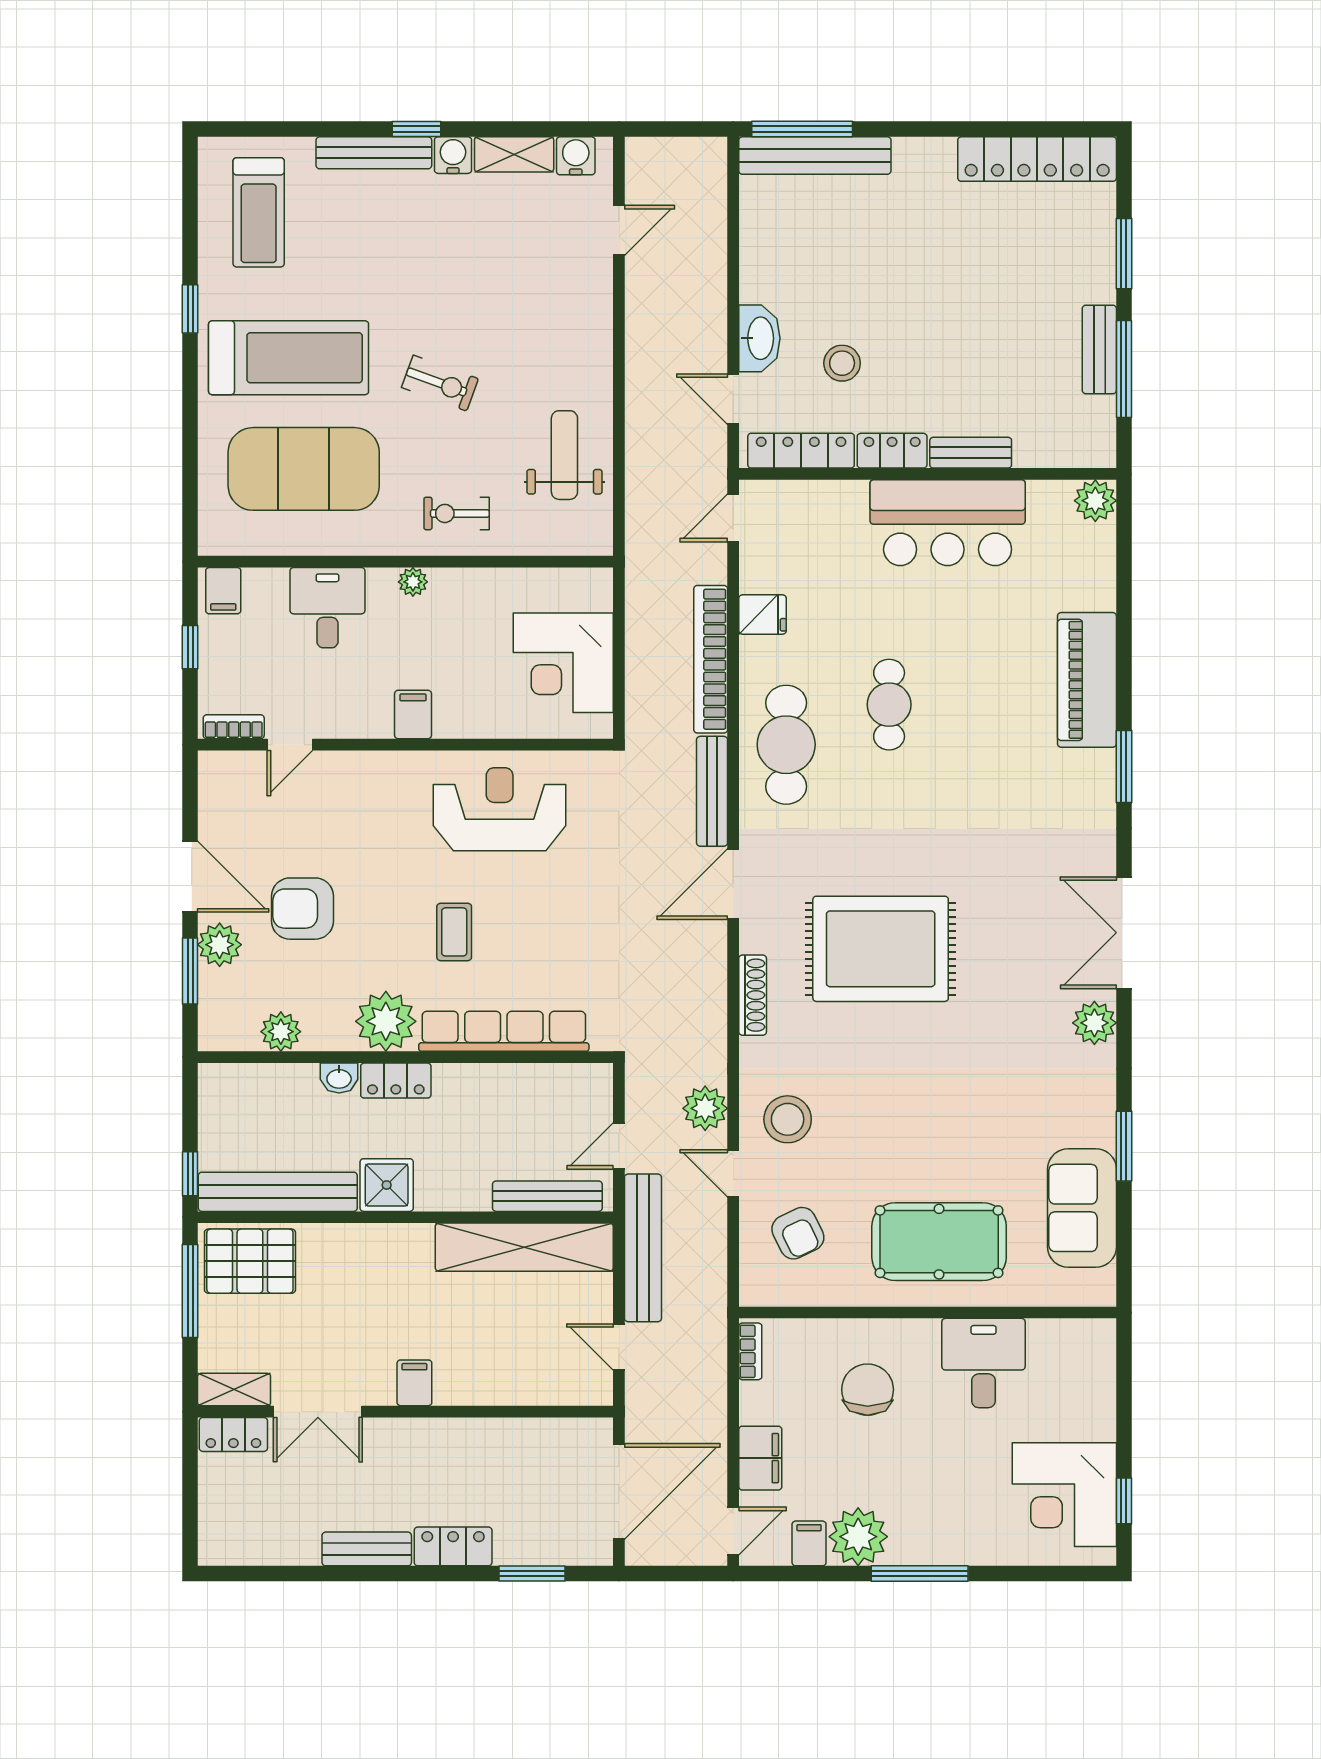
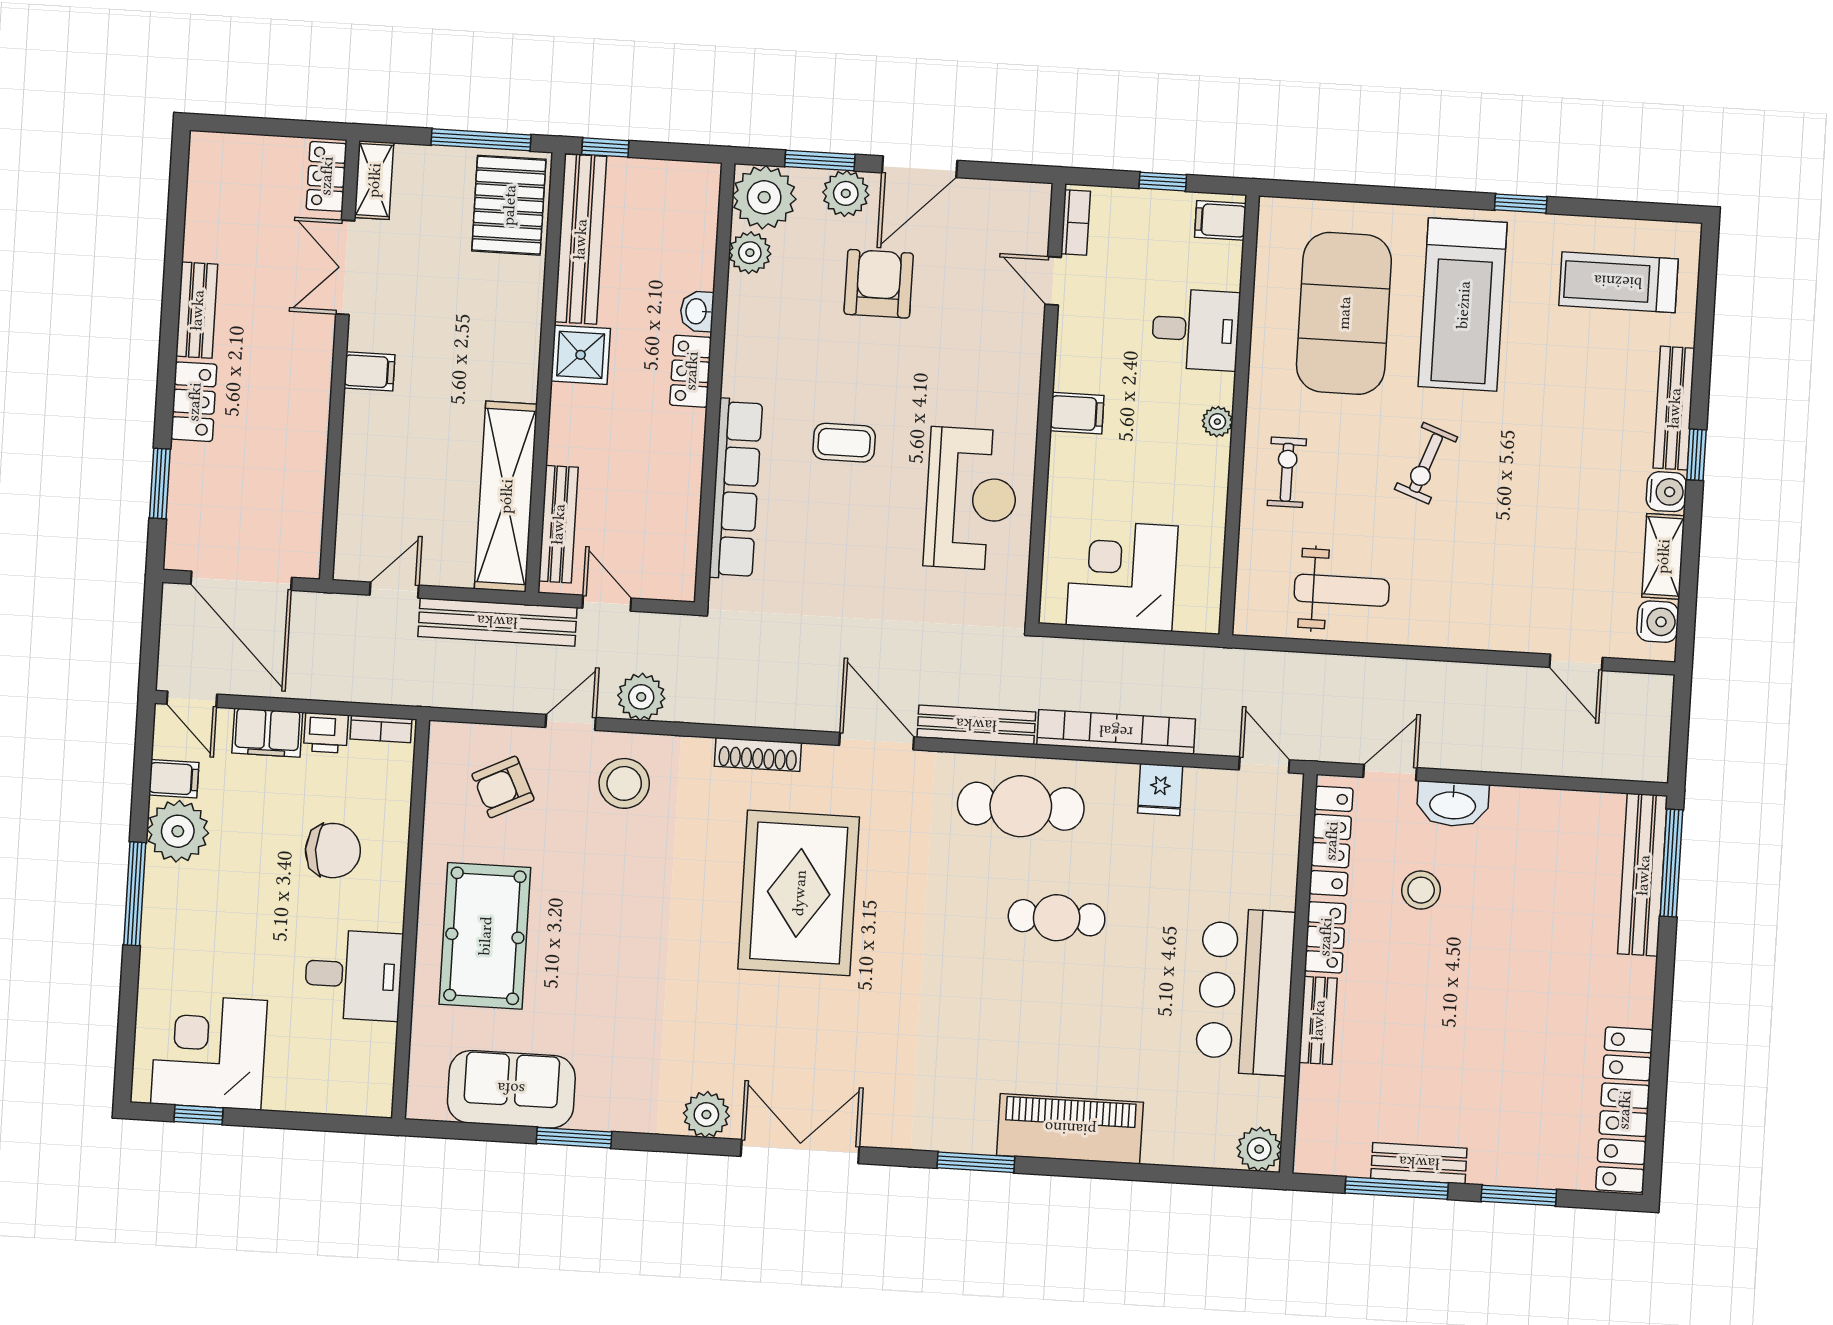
plant: (386, 1021) -> (764, 197), moved
printer: (757, 1403) -> (326, 733), added

